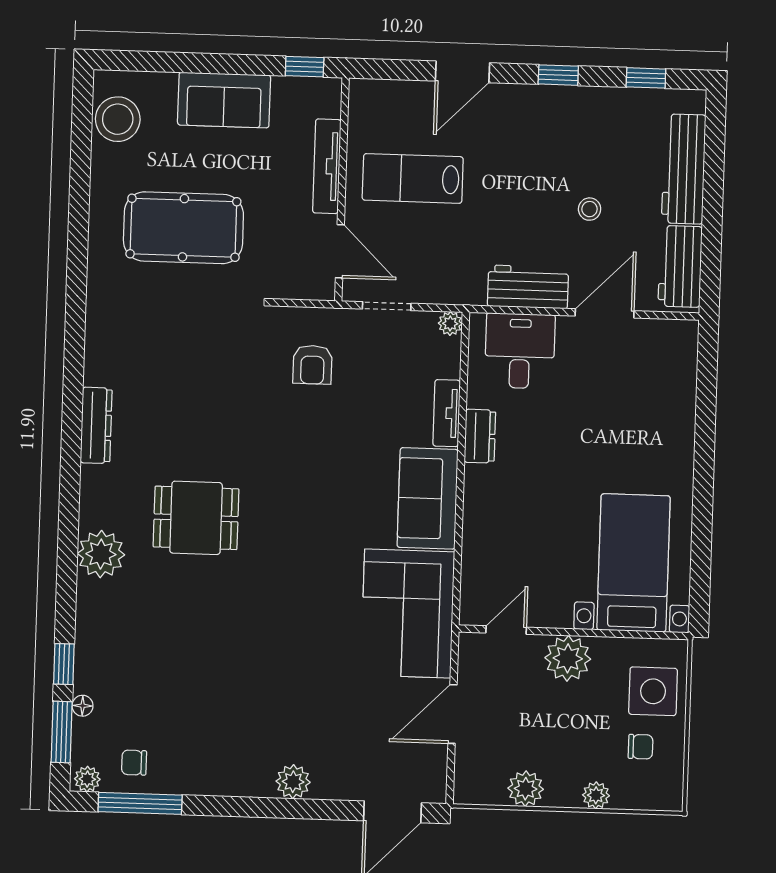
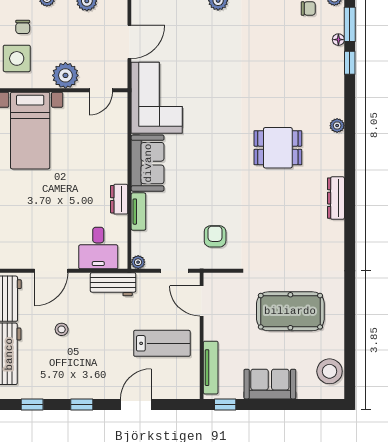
tv unit: (327, 166) -> (211, 368), moved
workbench: (528, 287) -> (113, 284), moved
plant: (101, 554) -> (337, 126), width x0.53, depth x0.53
chair: (641, 747) -> (23, 27), turned -90

